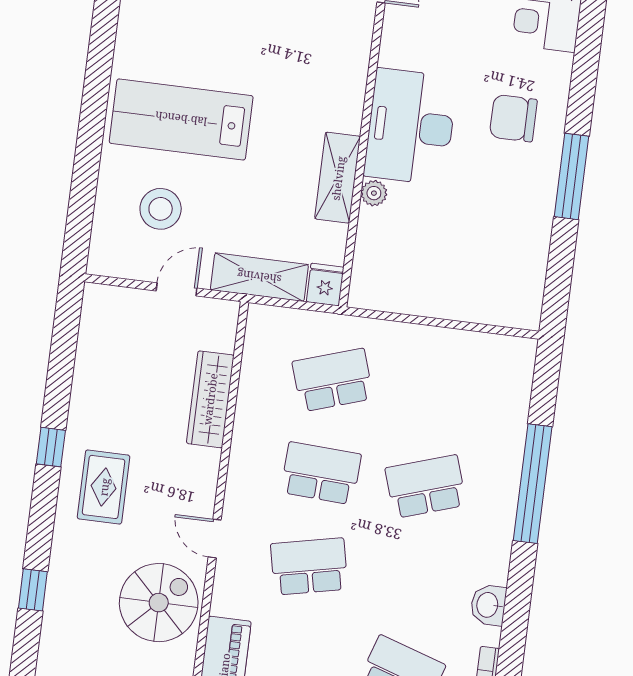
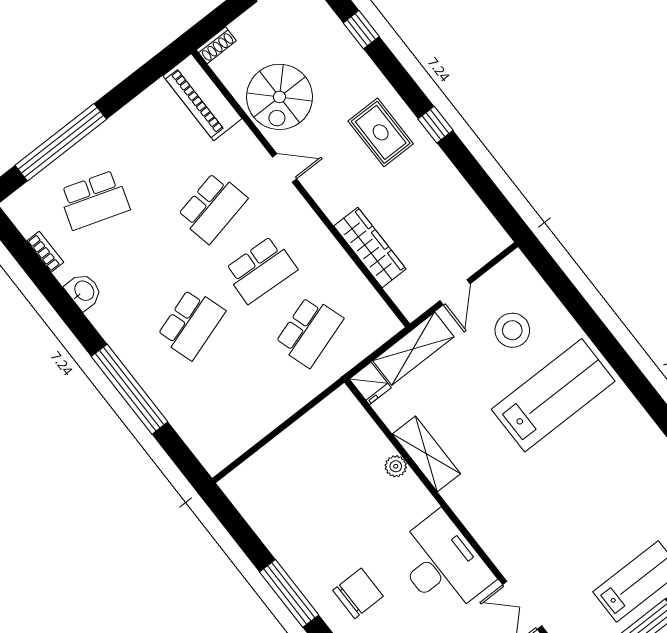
desk: (411, 127) -> (442, 564), moved

